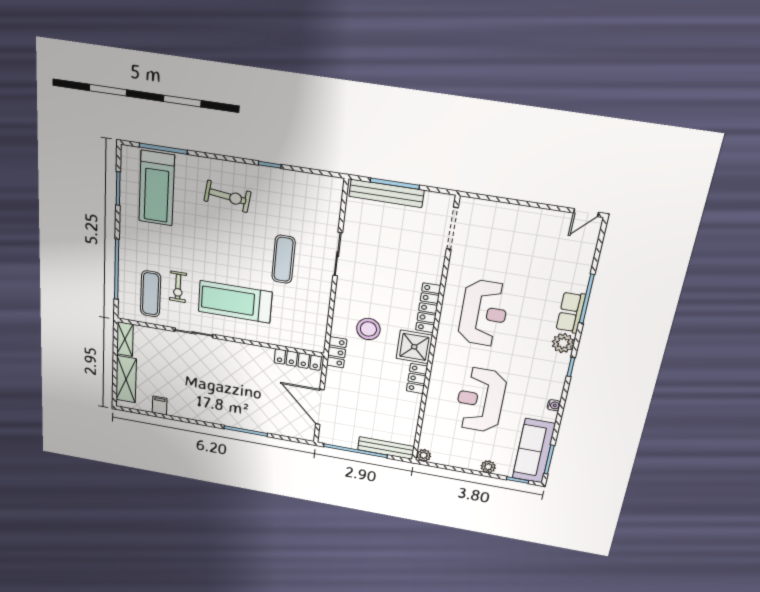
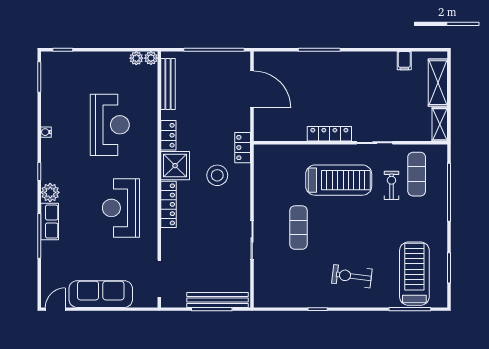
locker: (298, 360) -> (329, 134), moved
bench: (386, 448) -> (168, 84), moved, turned 90
sofa: (534, 451) -> (101, 294), moved, turned -90
plant: (488, 467) -> (136, 58), moved

